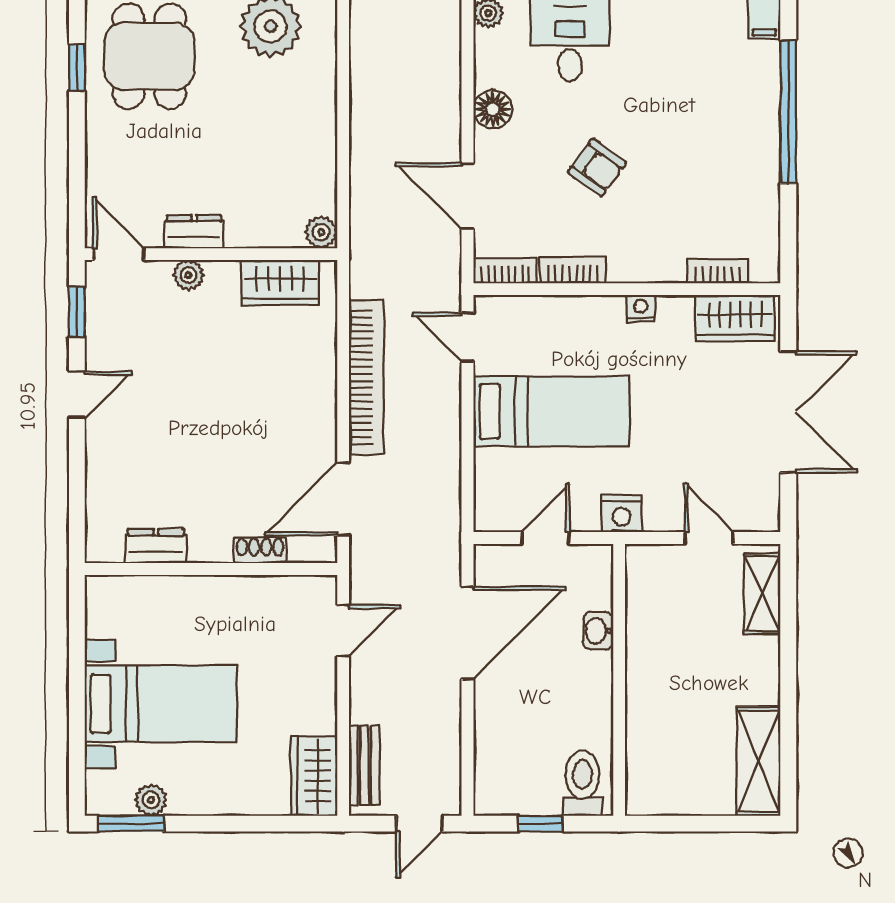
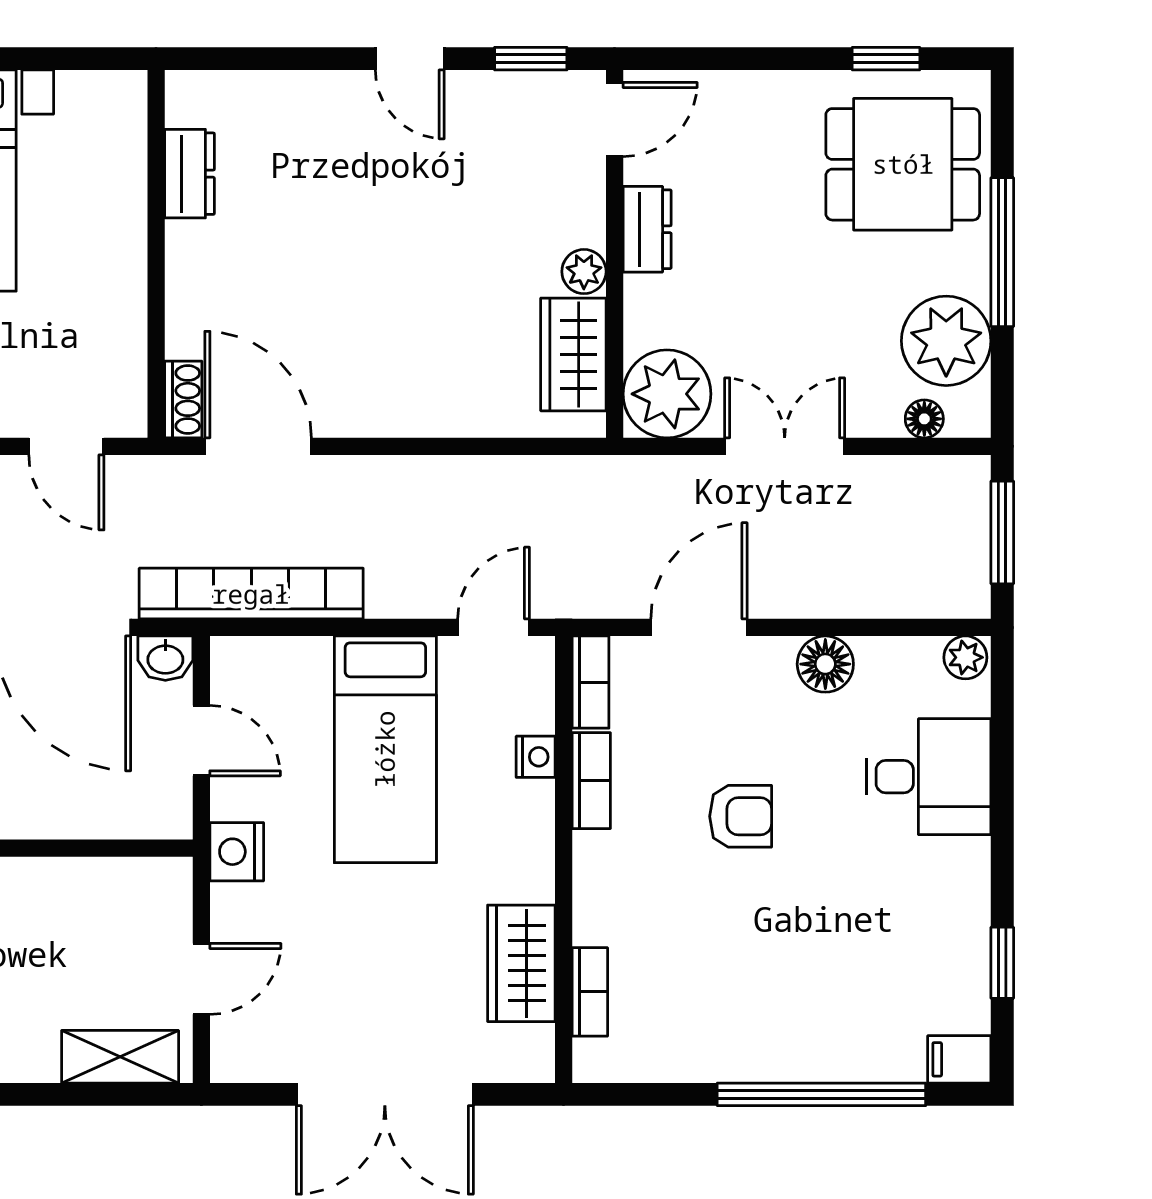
floor lamp: (324, 41) -> (924, 419), added
double door: (343, 137) -> (785, 446), added
armchair: (597, 168) -> (741, 816), turned -126
plant: (321, 232) -> (667, 394), width x1.88, depth x1.88
plant: (189, 275) -> (584, 272), moved
nightstand: (641, 308) -> (536, 757), moved
wardrobe: (735, 318) -> (521, 963), moved
bookcase: (366, 377) -> (251, 594), moved, turned 180
shoe rack: (260, 550) -> (183, 399), moved
washbasin: (598, 631) -> (165, 658), moved, turned 180

